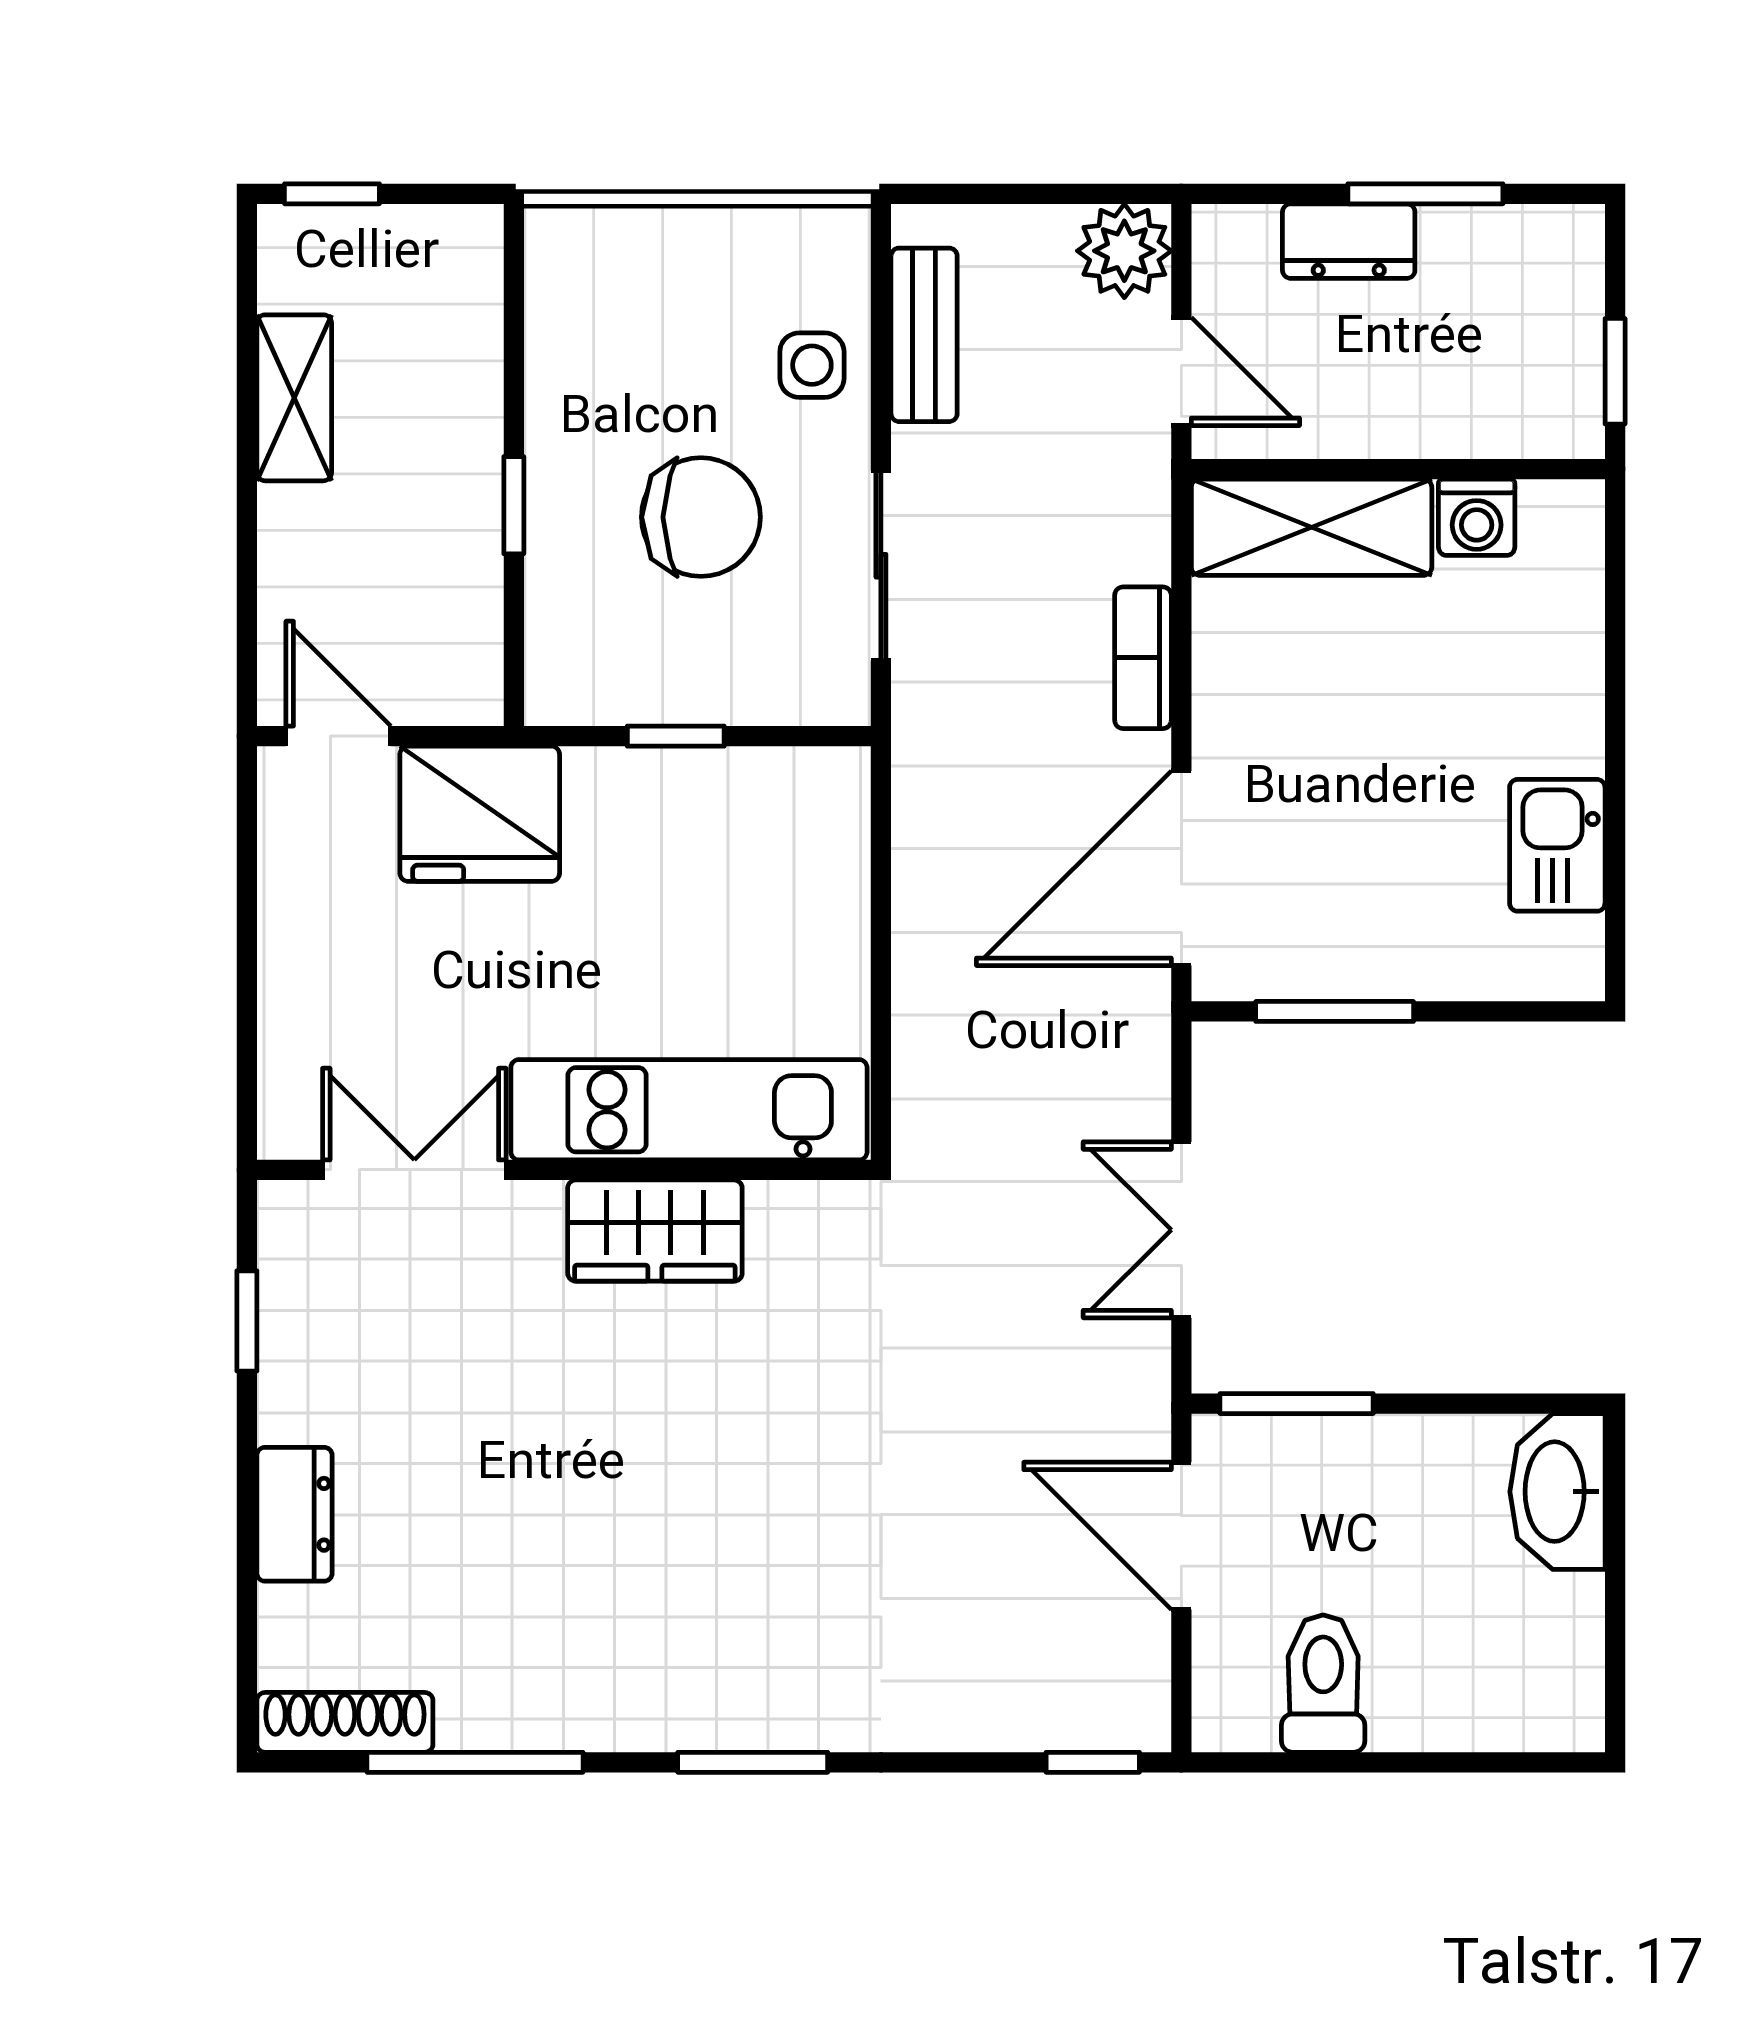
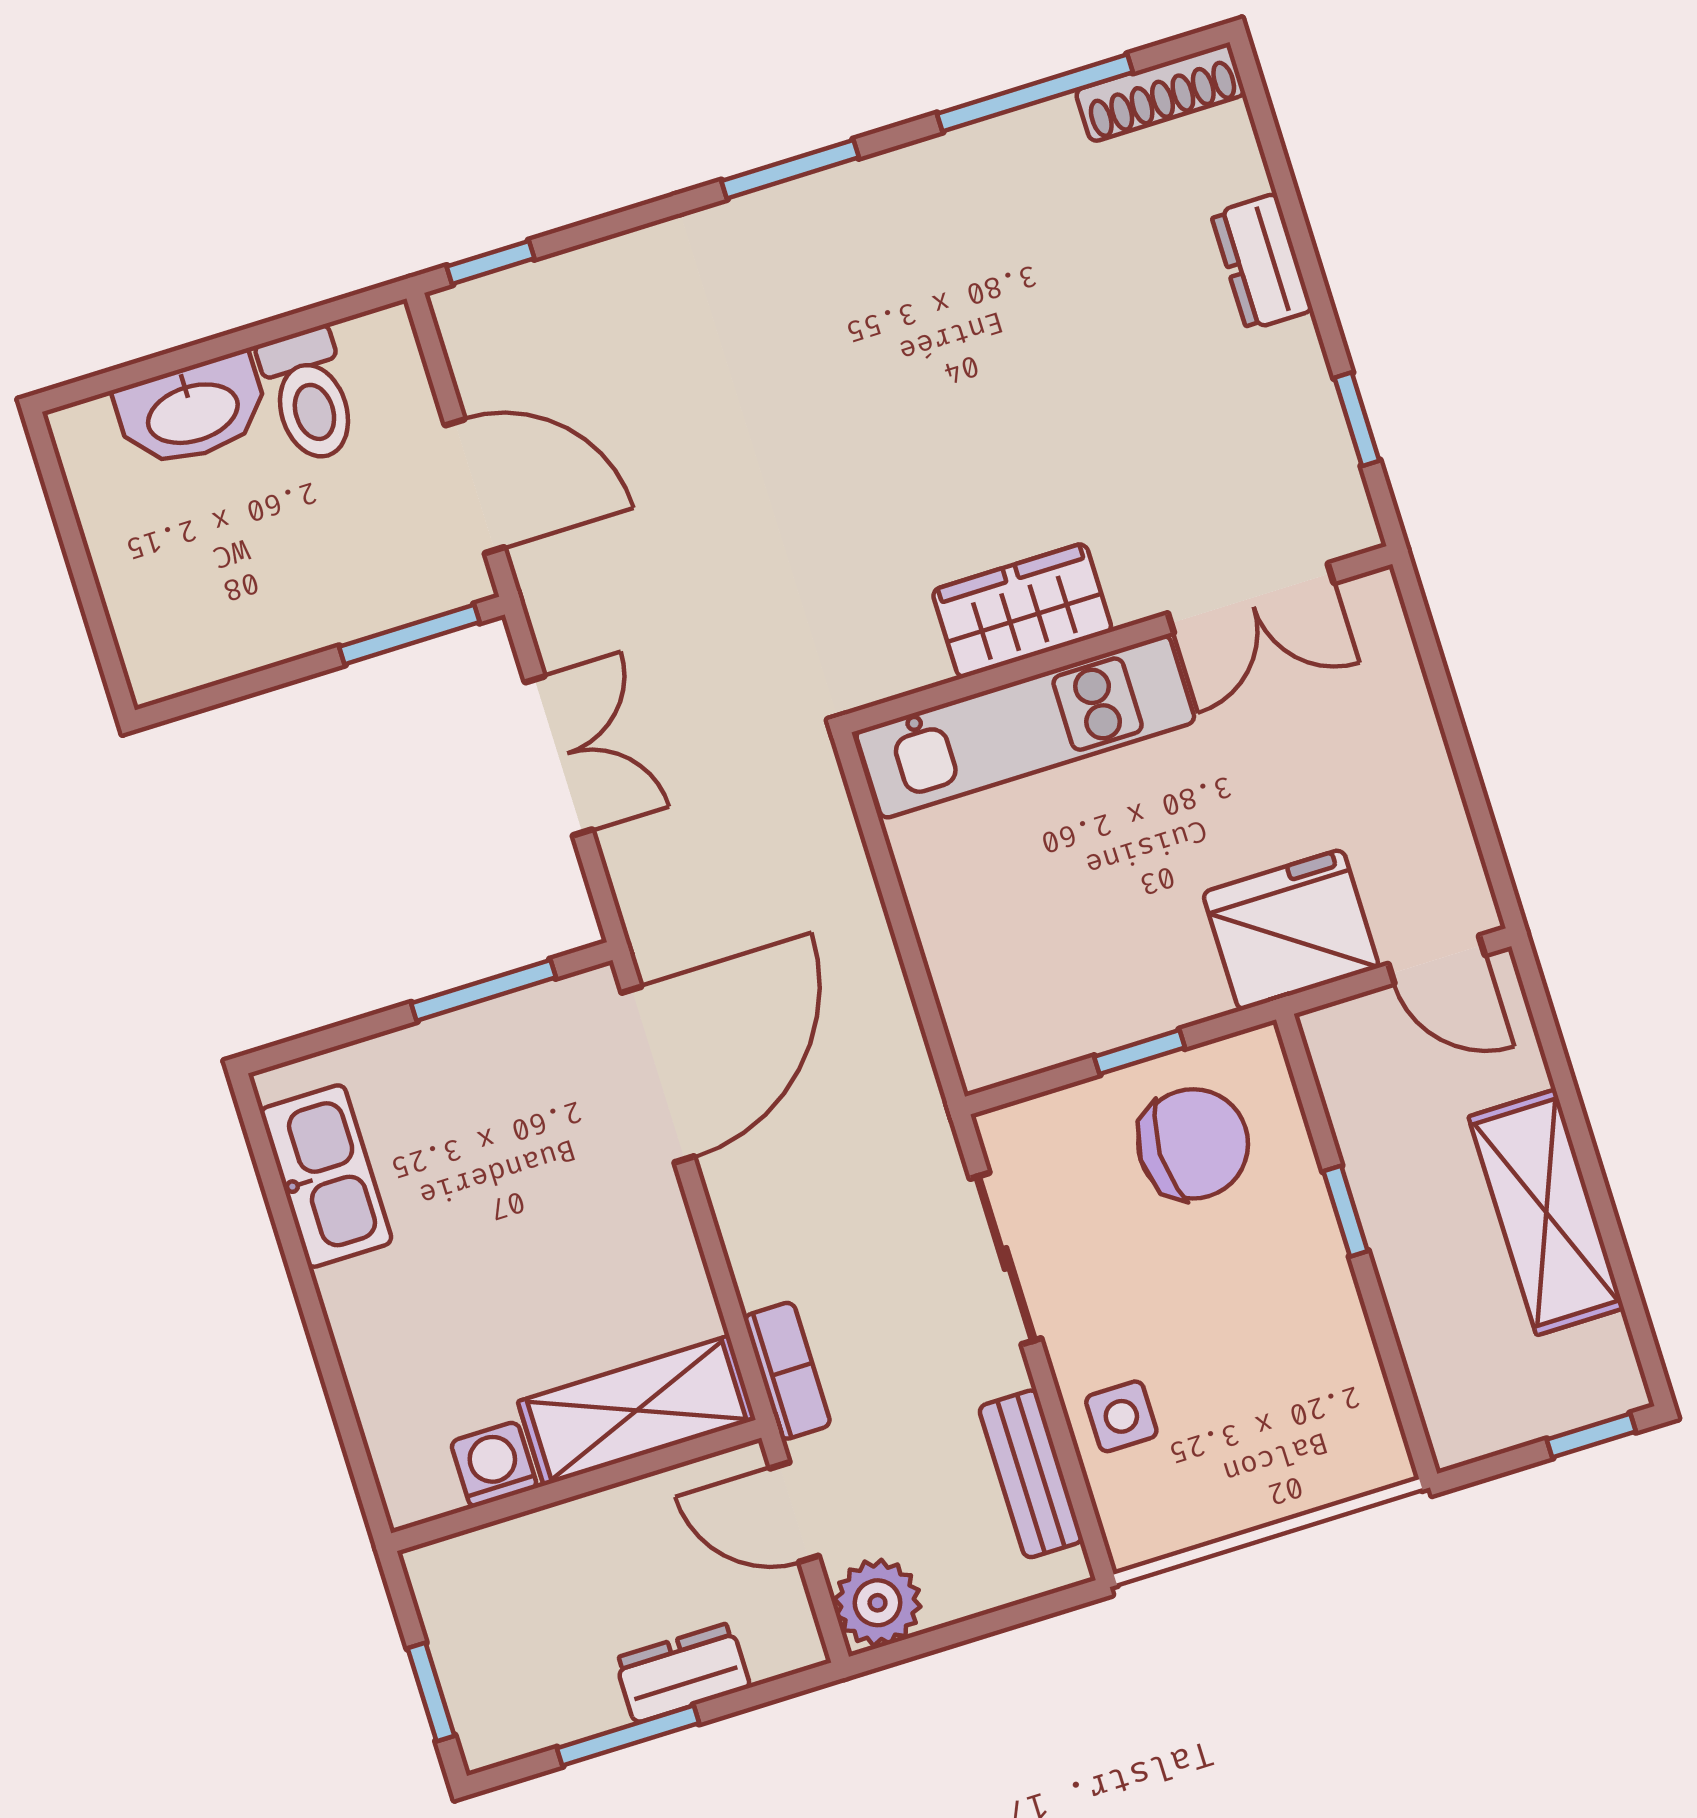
window: (1615, 371) -> (431, 1692), moved
shelving: (294, 398) -> (1546, 1212), width x1.50, depth x1.33
chair: (701, 517) -> (1193, 1144), moved, turned 180
bookcase: (1143, 658) -> (787, 1371), moved
kitchen sink: (1557, 845) -> (326, 1176), width x1.38
washbasin: (1557, 1492) -> (192, 411), moved, turned 90

